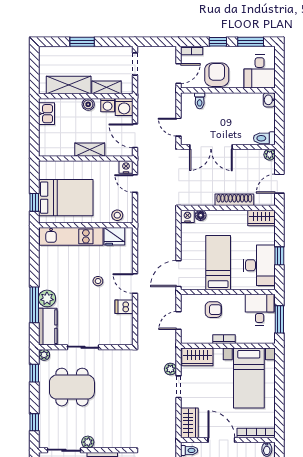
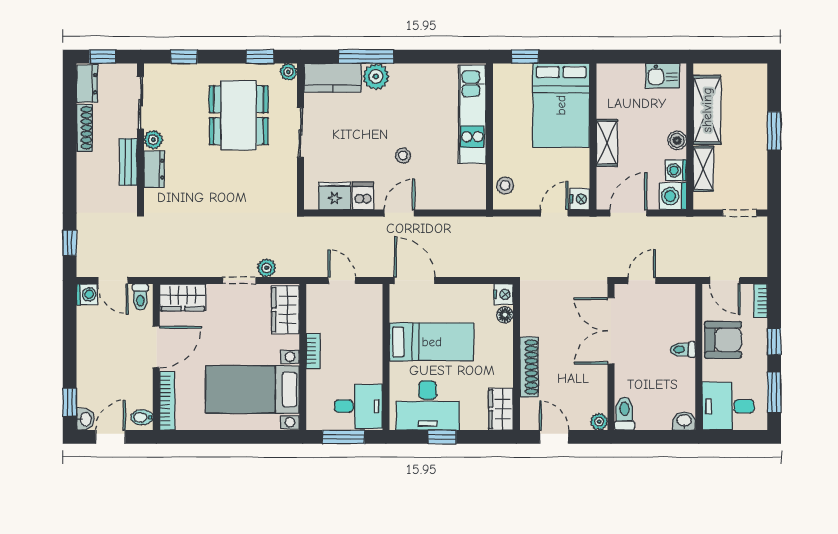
toilet: (200, 101) -> (683, 350), moved
bed: (66, 198) -> (561, 105), moved
fridge: (114, 236) -> (335, 196), moved, turned 90
armchair: (213, 310) -> (359, 334), removed
dresser: (107, 441) -> (154, 169), added

